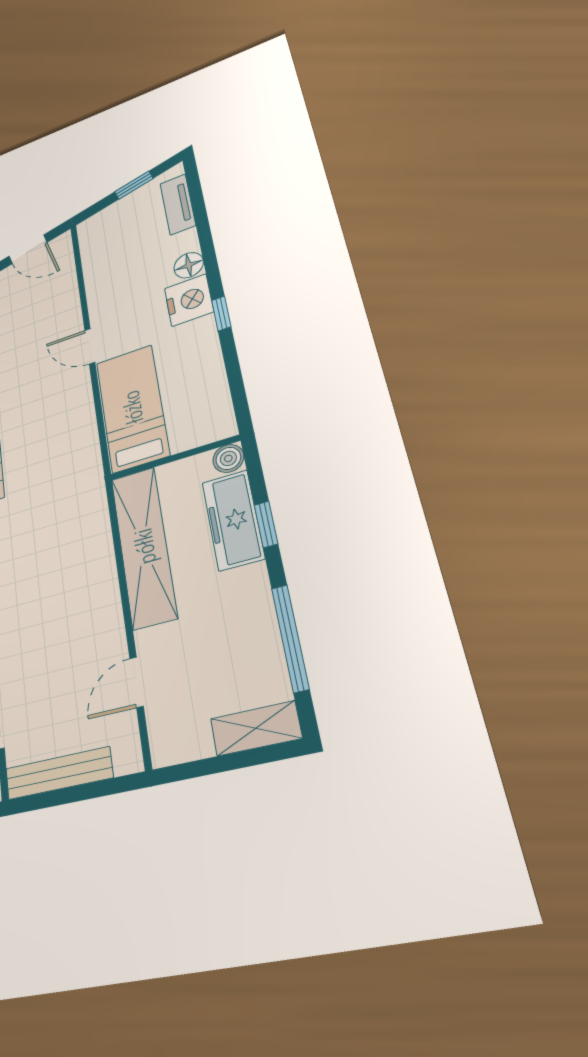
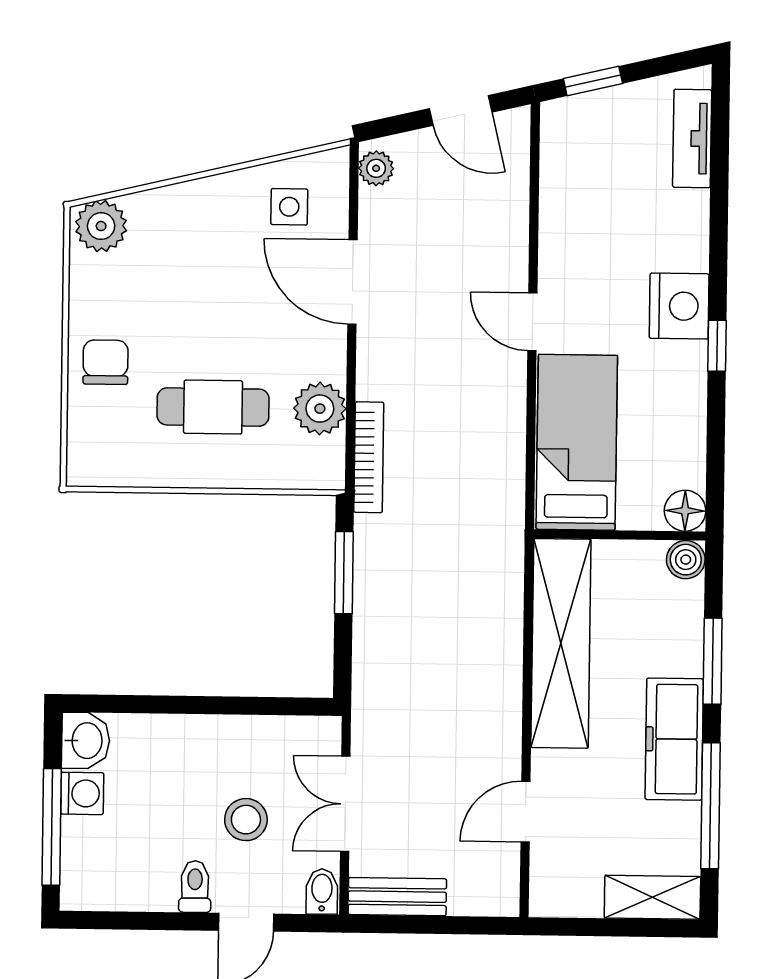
window: (134, 185) -> (593, 81), moved
floor lamp: (189, 265) -> (685, 511), moved
freezer: (233, 520) -> (674, 739), moved
window: (266, 524) -> (713, 661), width x1.50
bench: (59, 773) -> (397, 897), width x0.73

